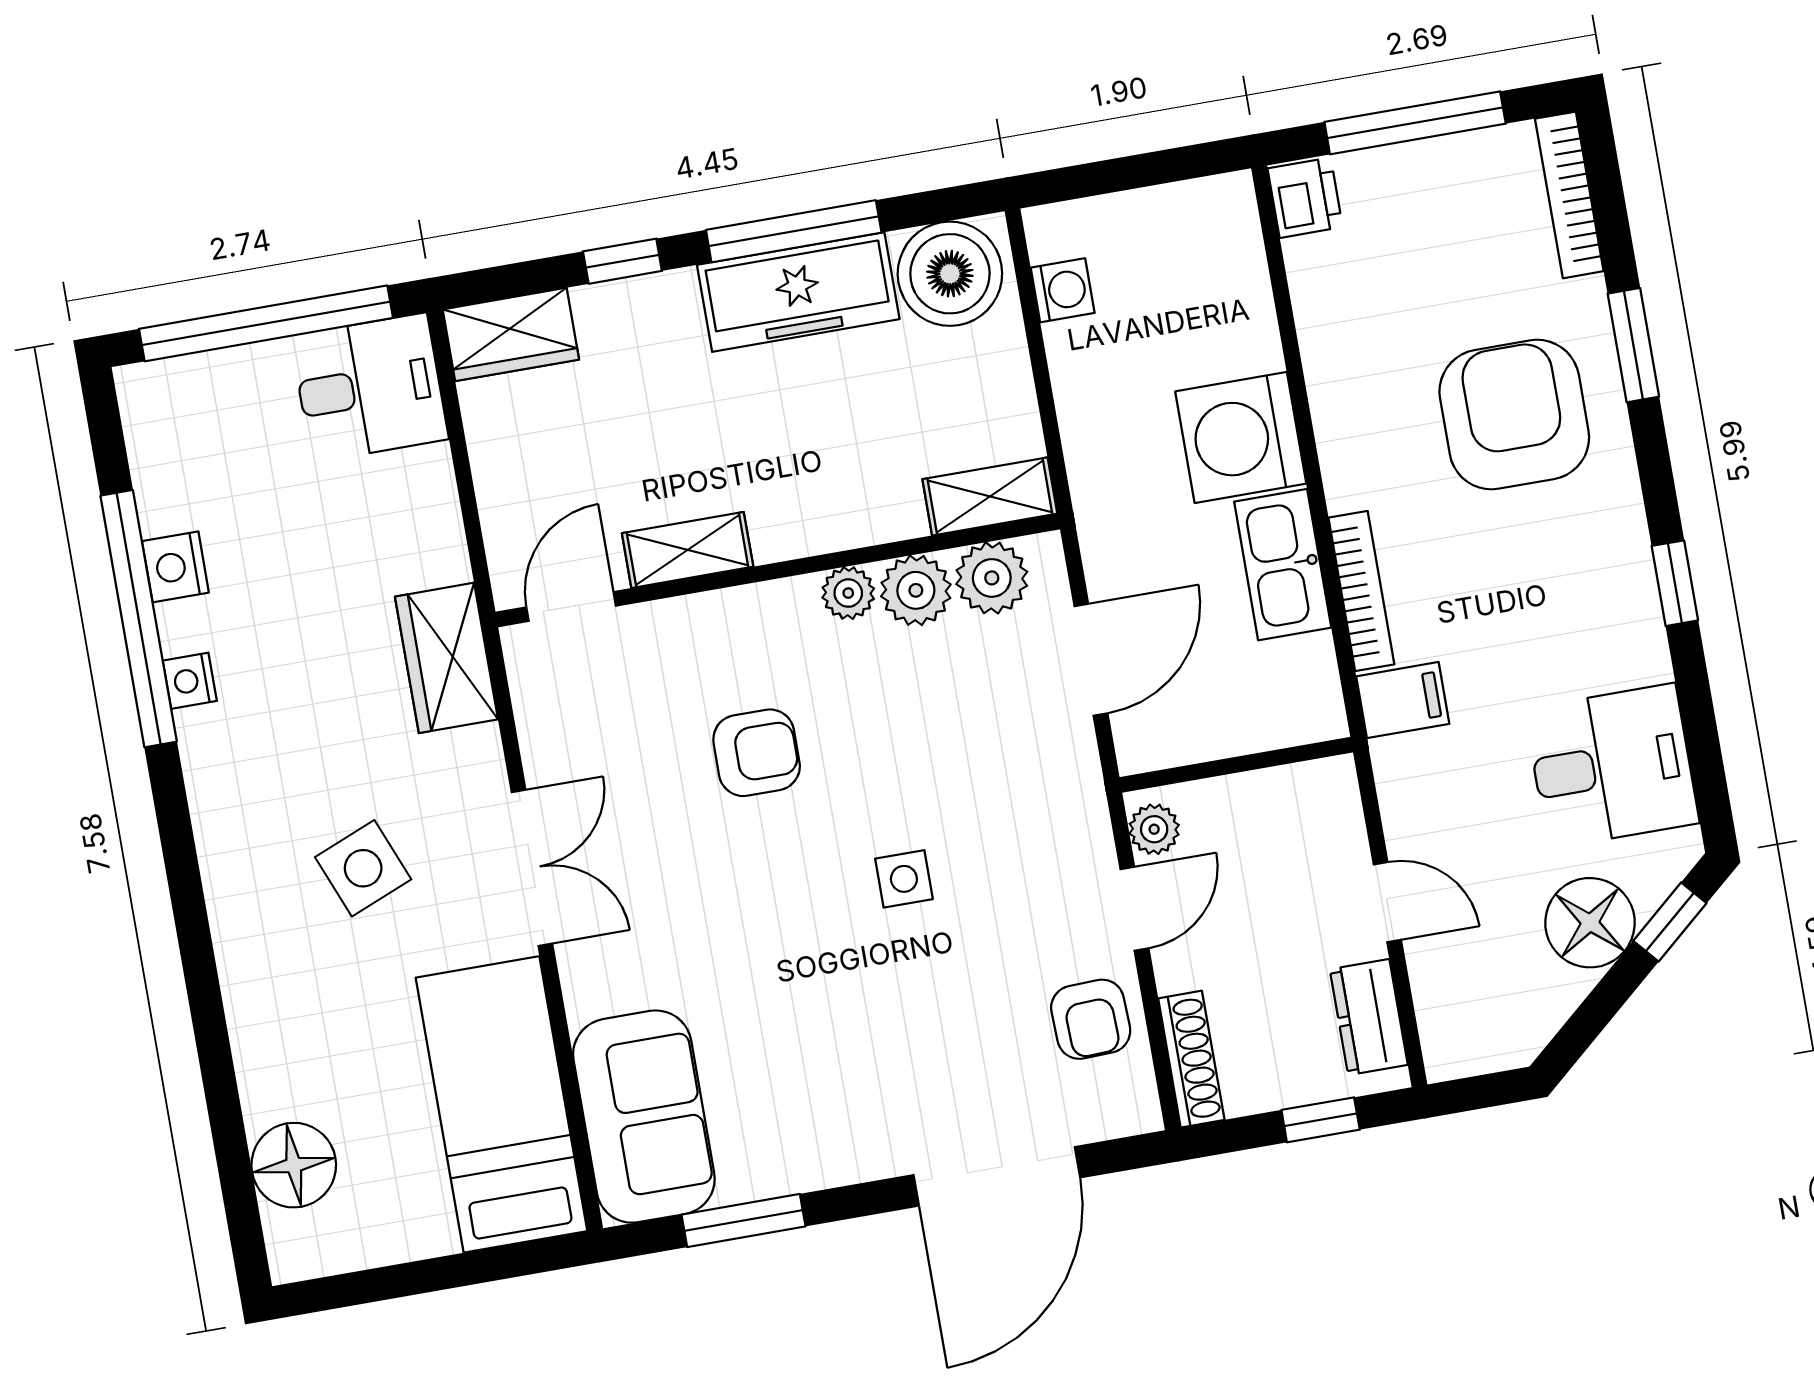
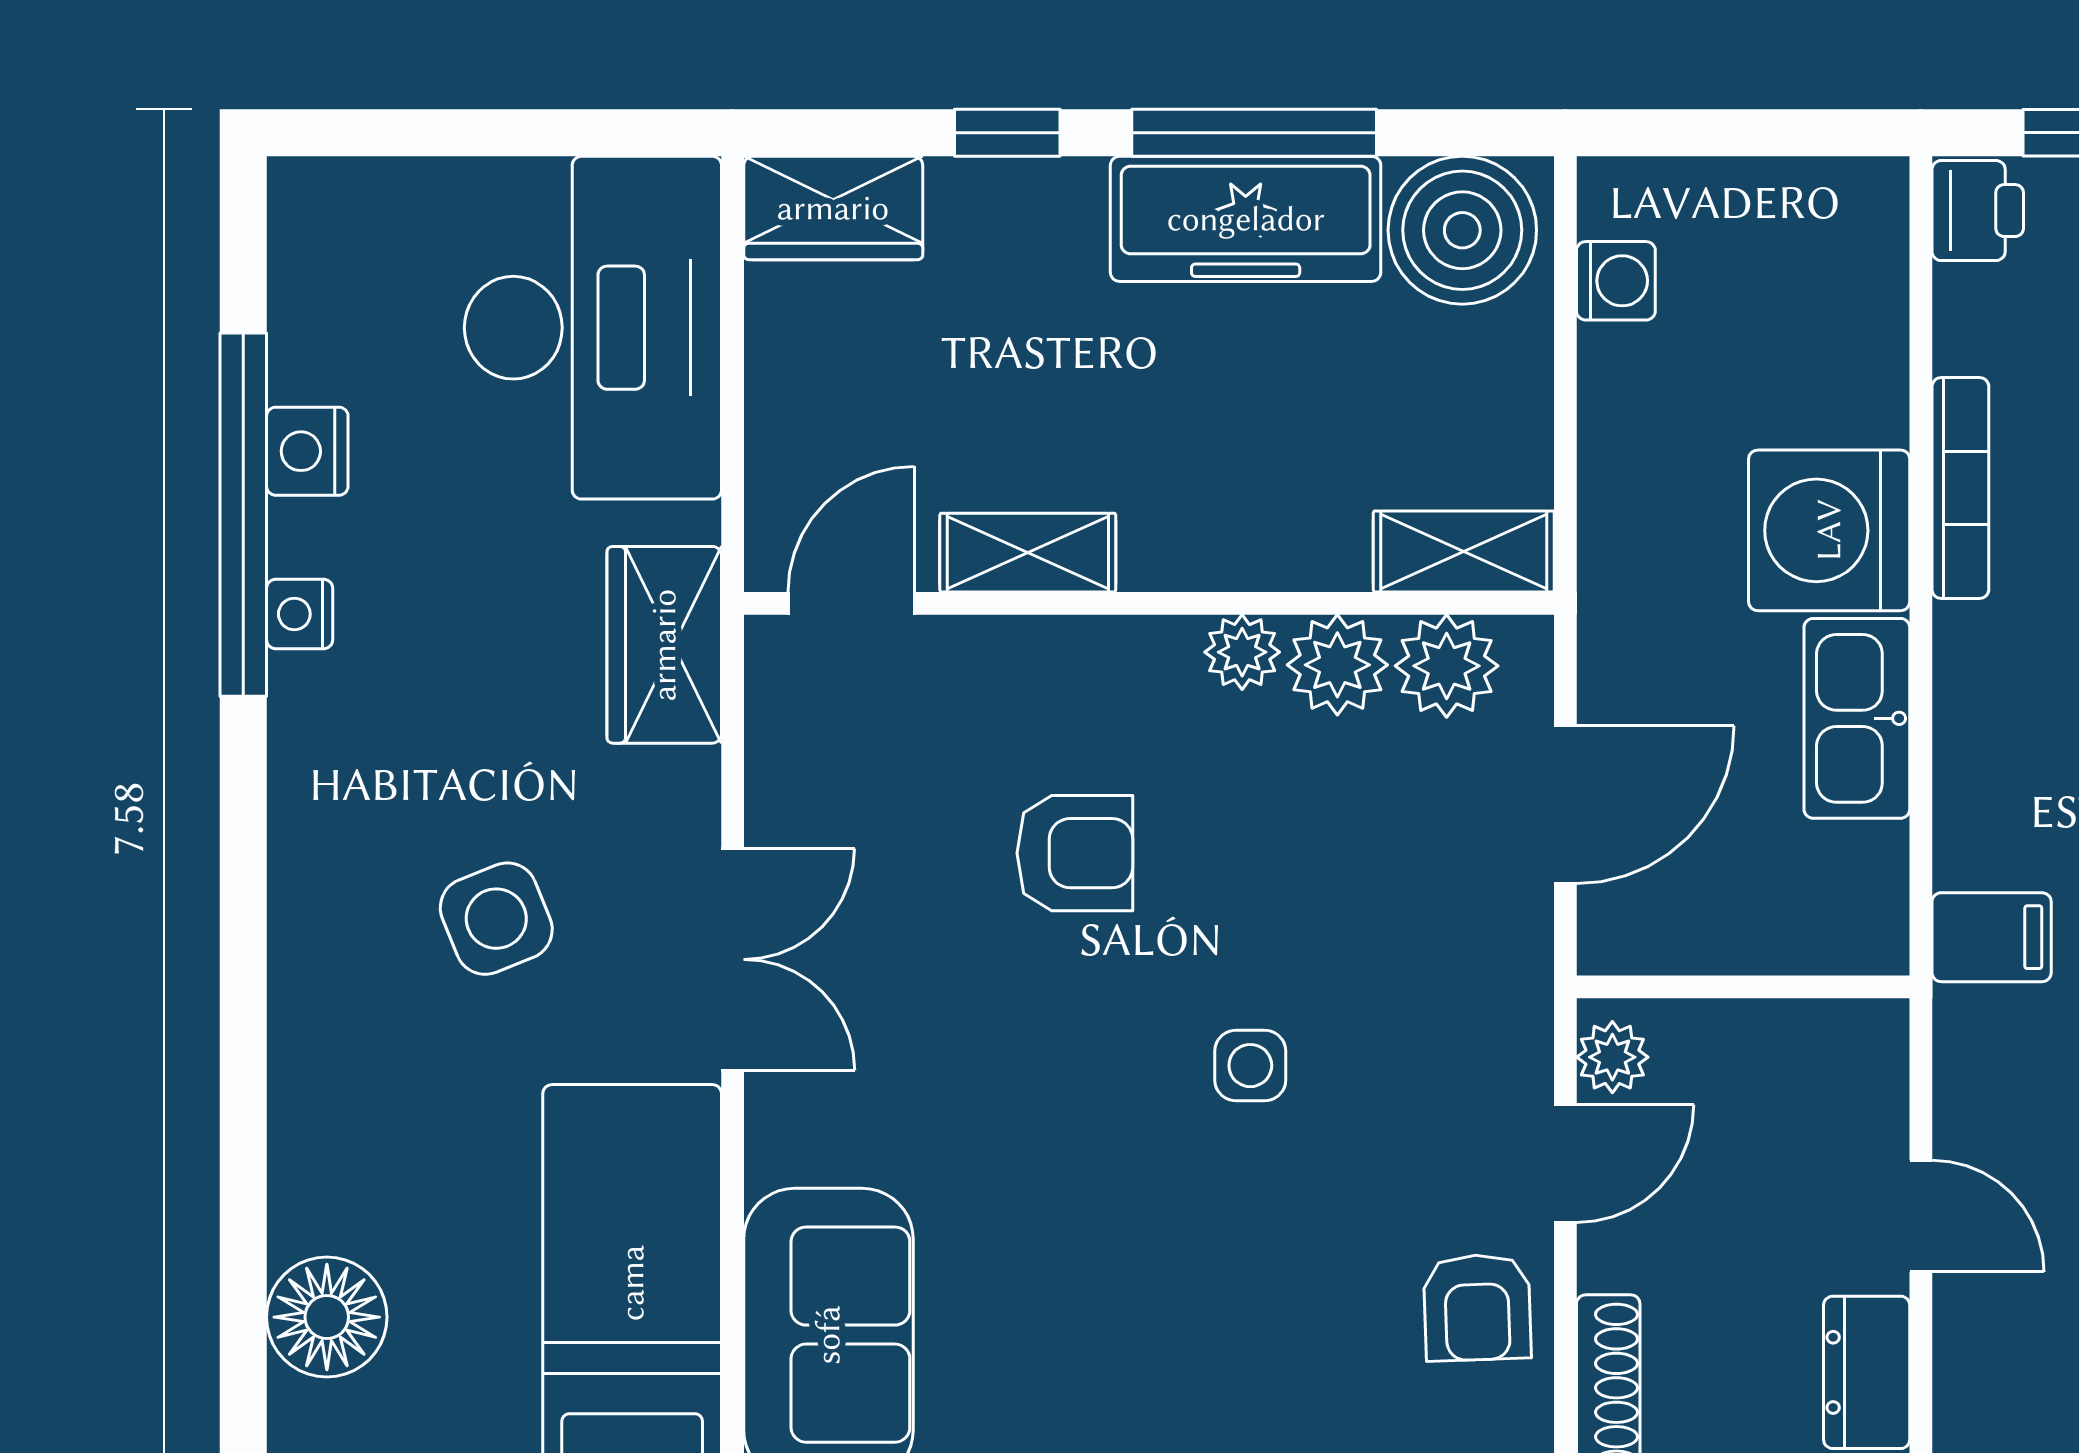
window: (266, 323) -> (493, 133), removed
desk: (369, 388) -> (593, 328), width x1.87, depth x1.30
bookcase: (1361, 591) -> (1960, 488), moved

